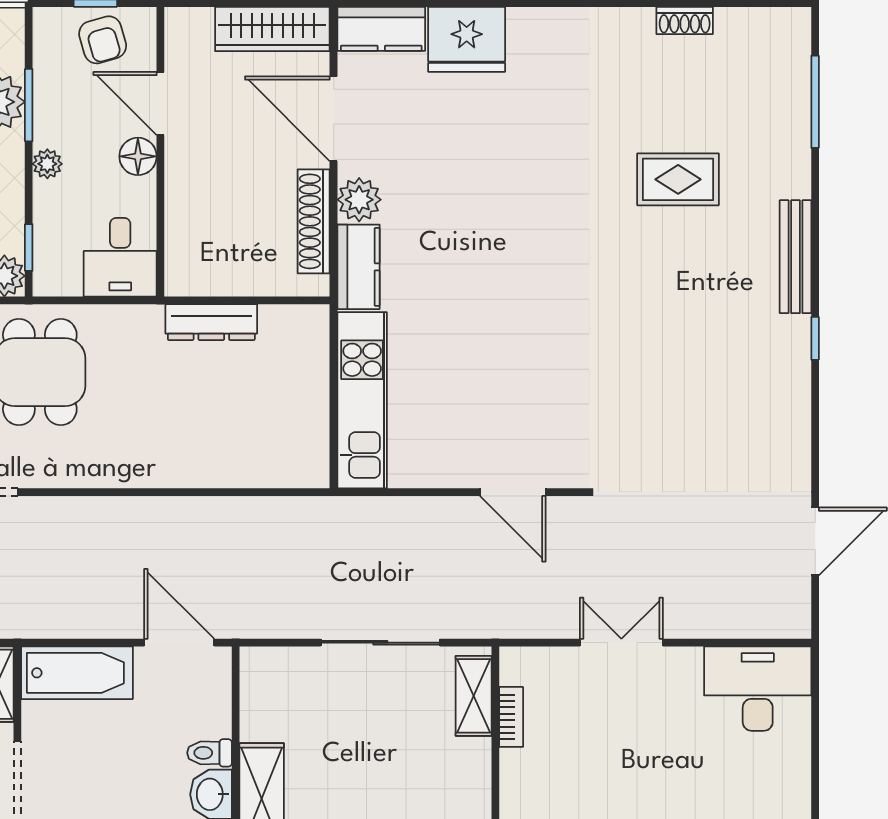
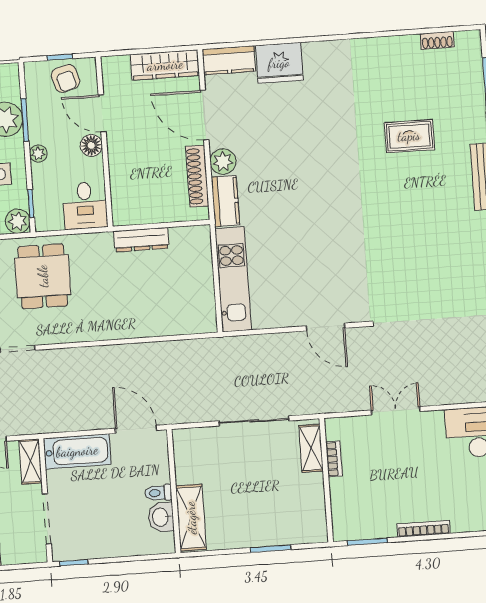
shoe rack: (685, 21) -> (437, 40), moved

